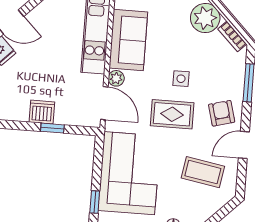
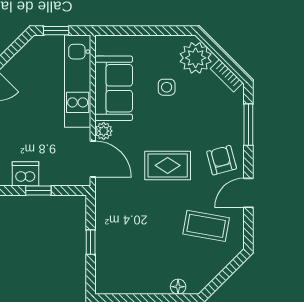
side table: (181, 79) -> (167, 87), moved
corner sofa: (129, 173) -> (126, 233), removed
window: (95, 202) -> (91, 242), moved

